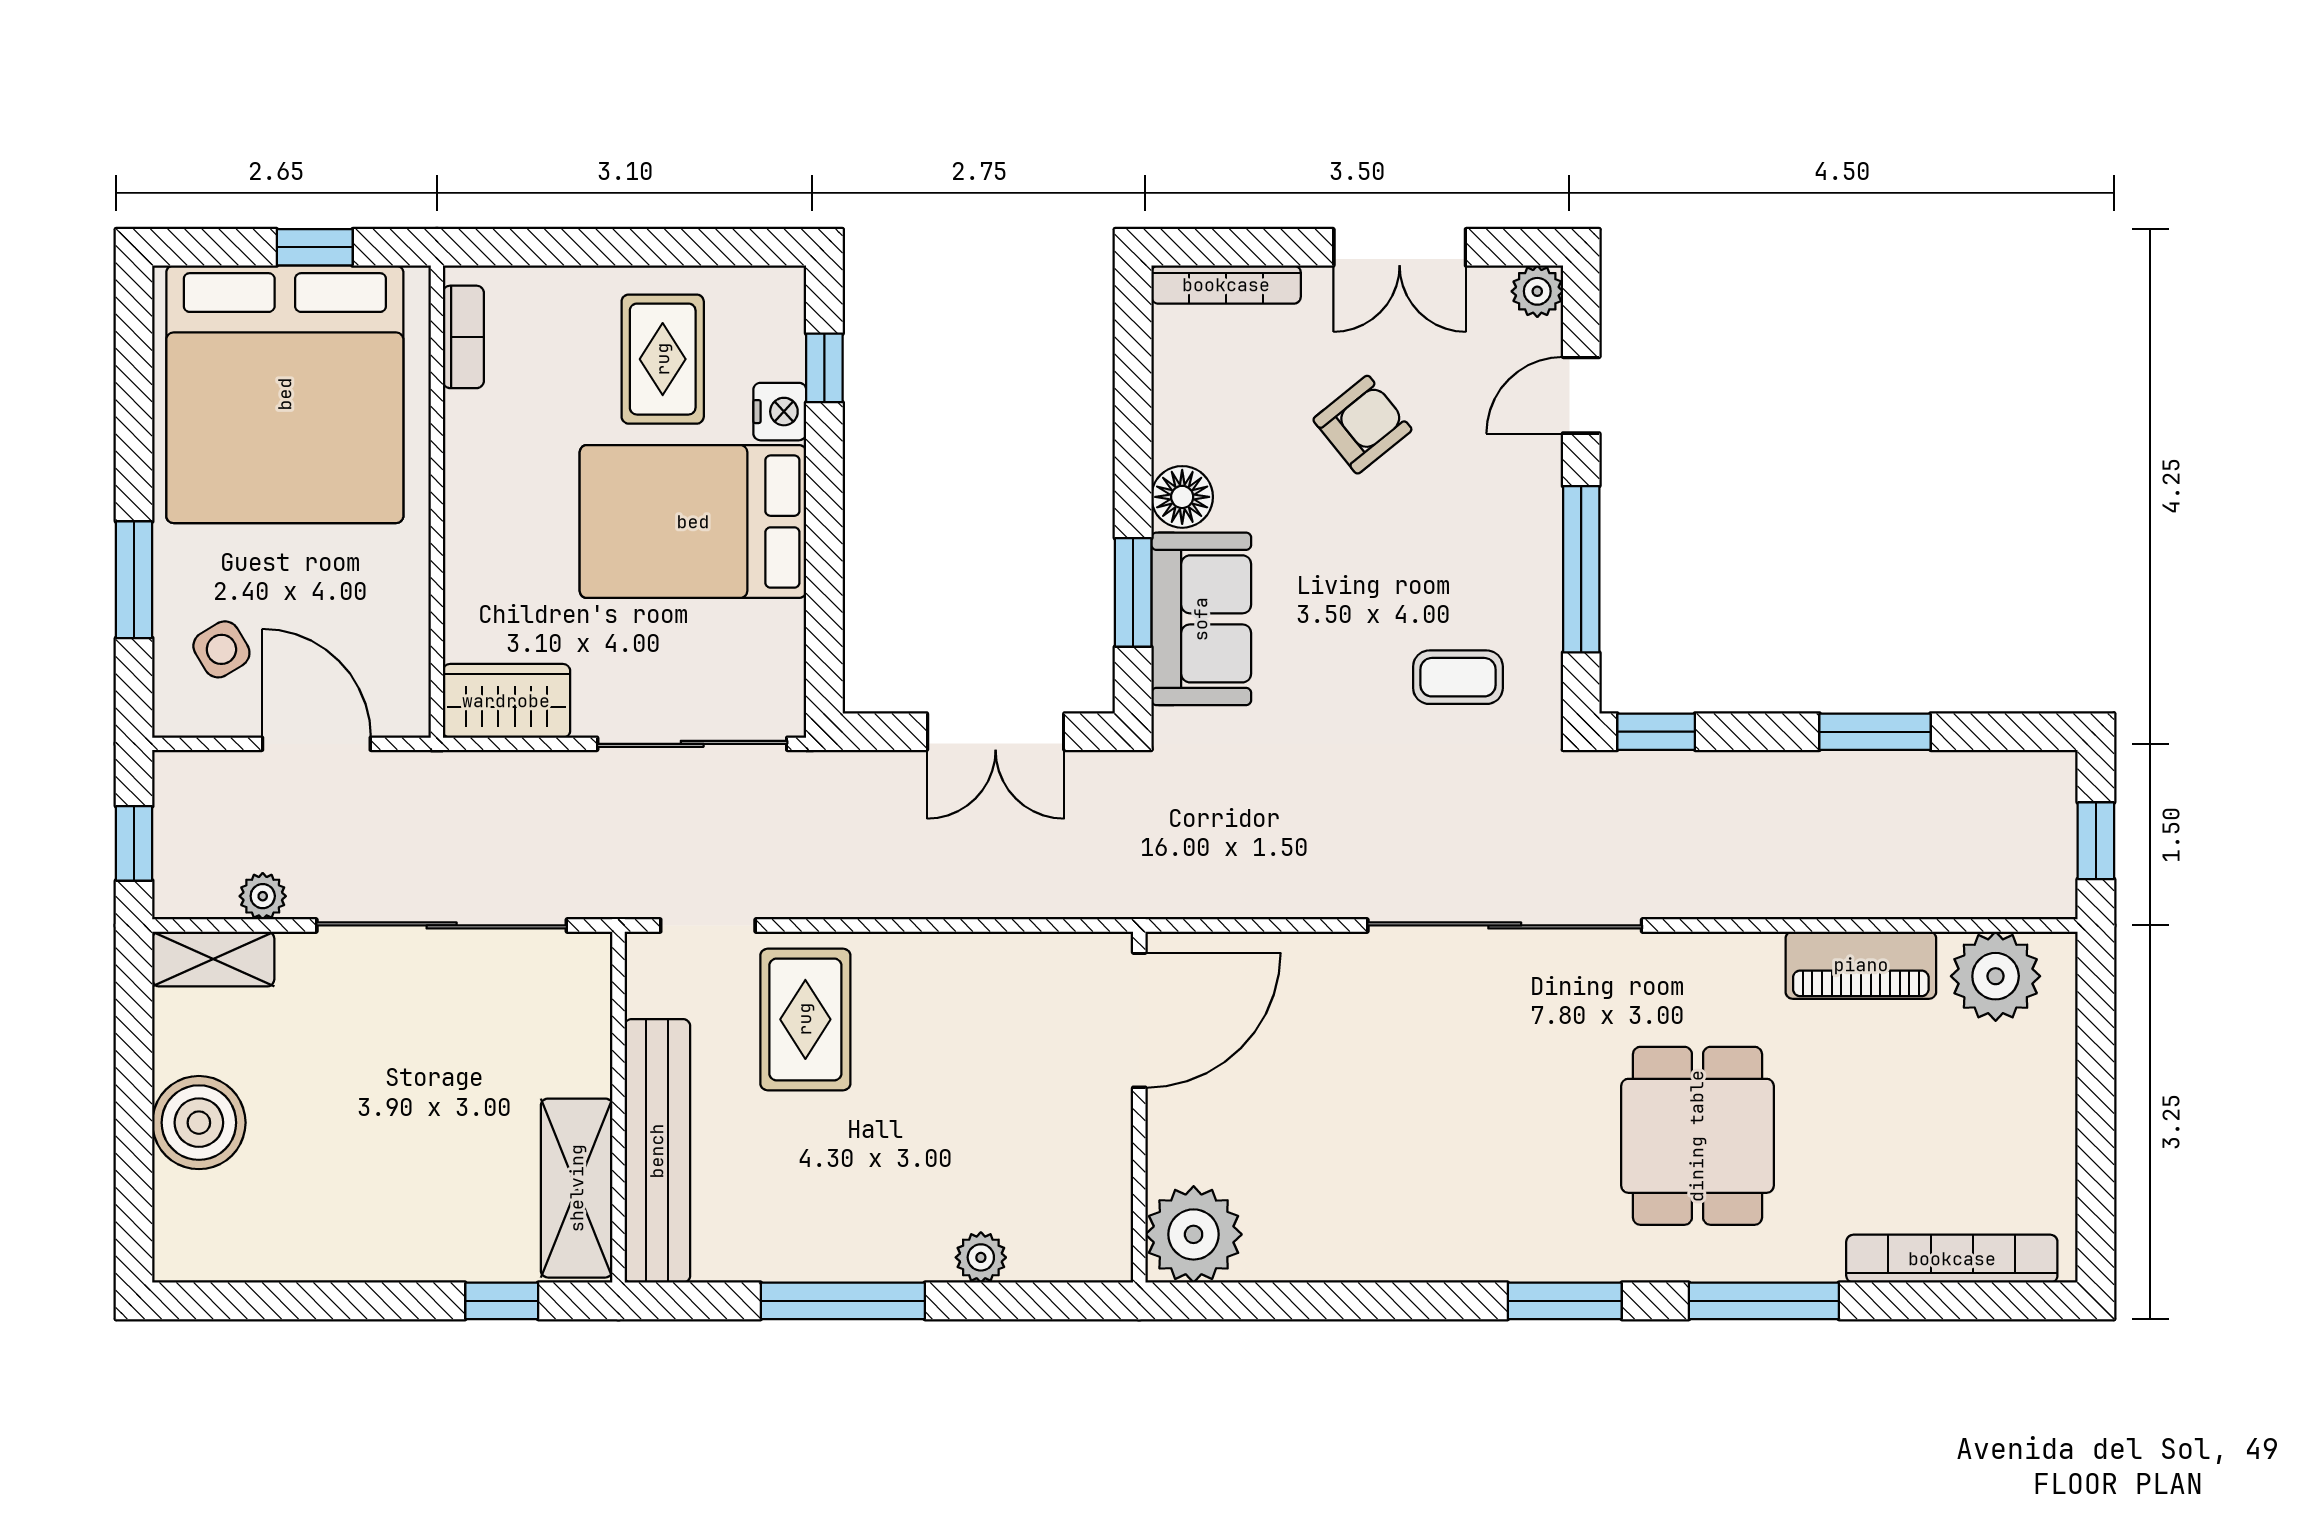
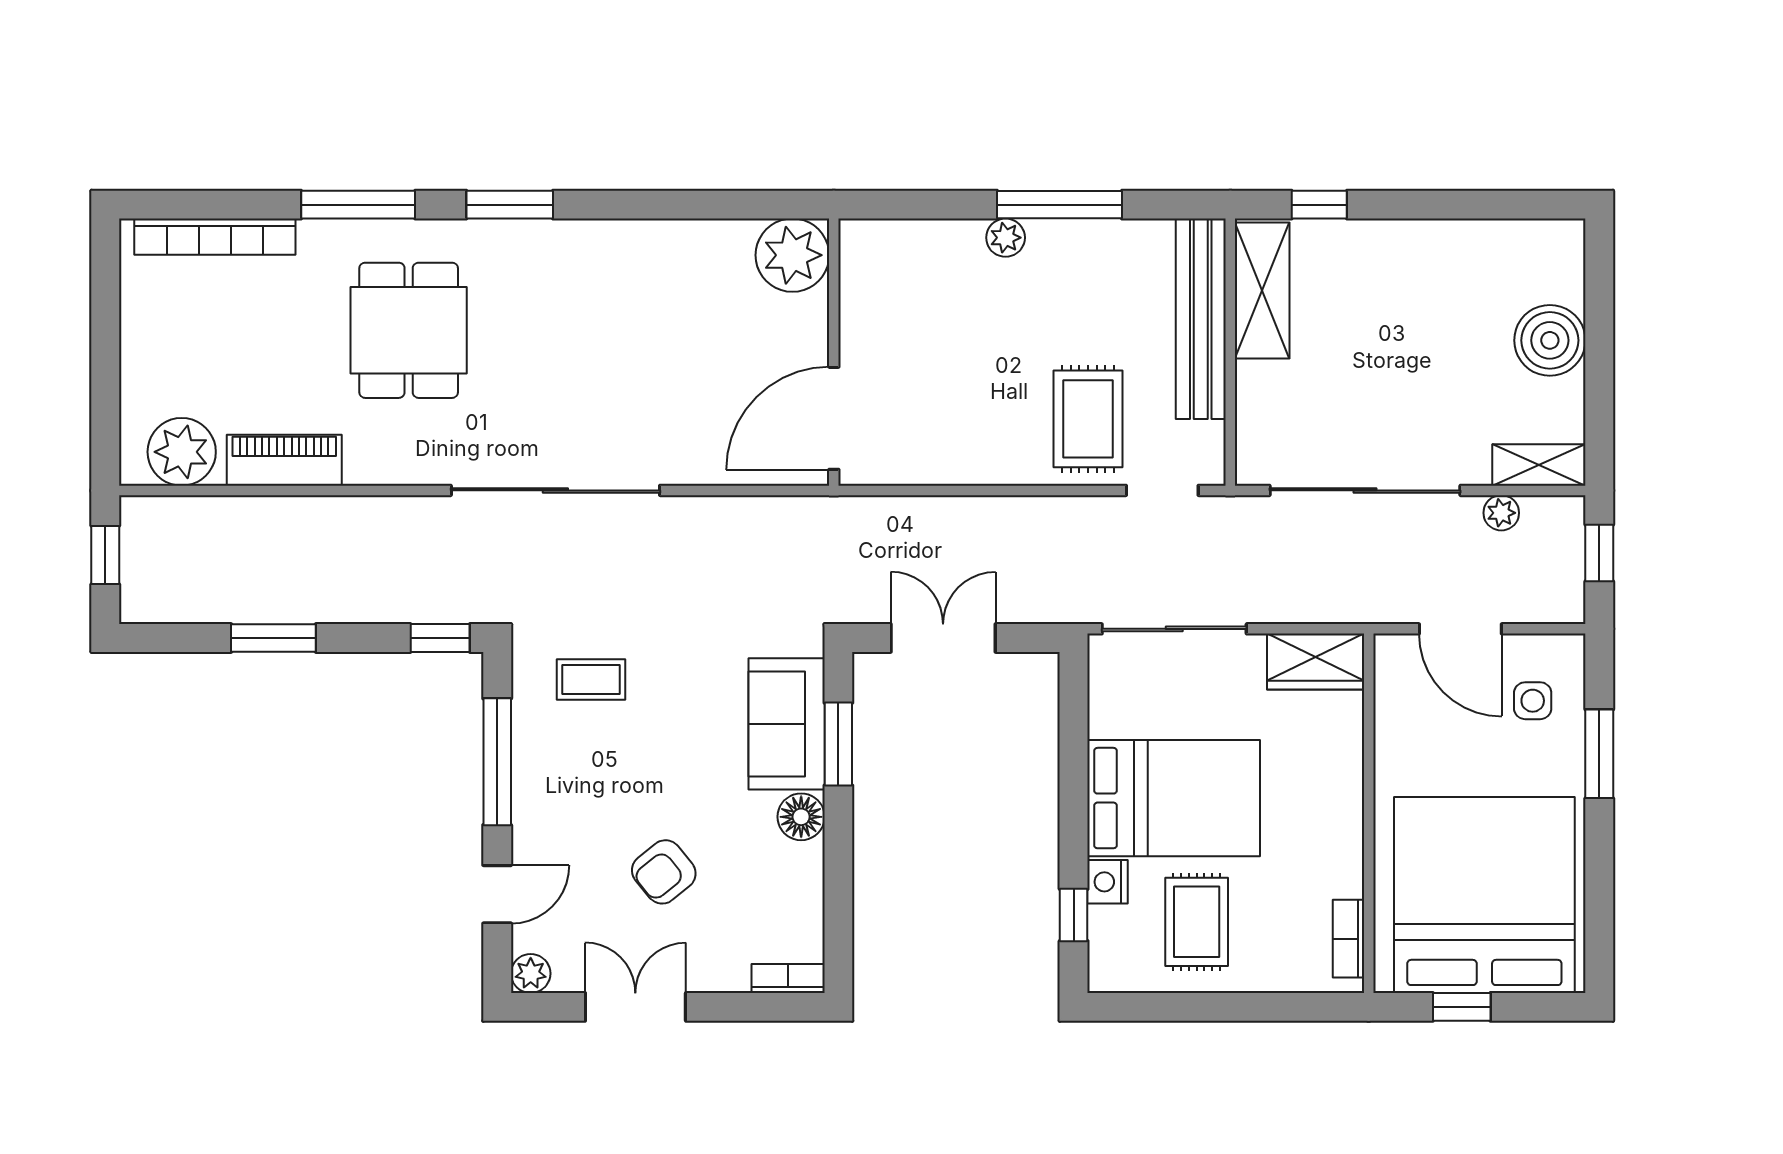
bookcase: (1226, 285) -> (788, 979), width x0.64
side table: (221, 649) -> (1533, 701), turned 31
plant: (981, 1257) -> (1006, 238), moved

